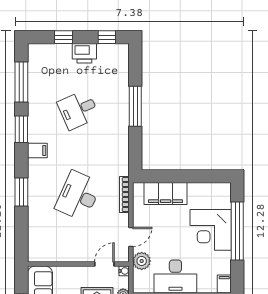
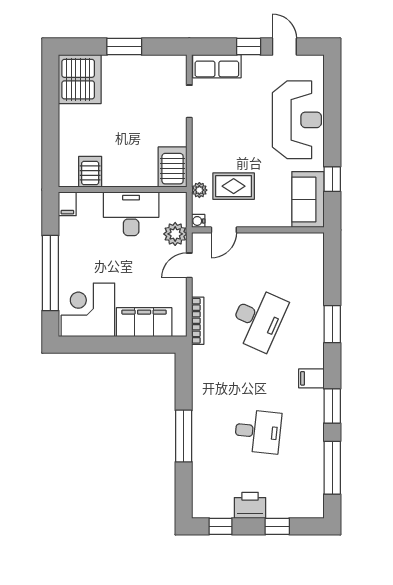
desk: (78, 110) -> (258, 432), turned 30
corner desk: (211, 230) -> (88, 310), moved, turned -90

